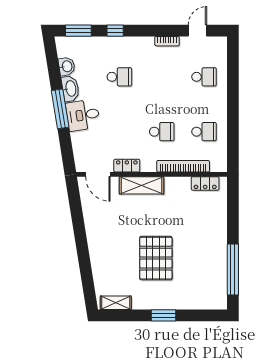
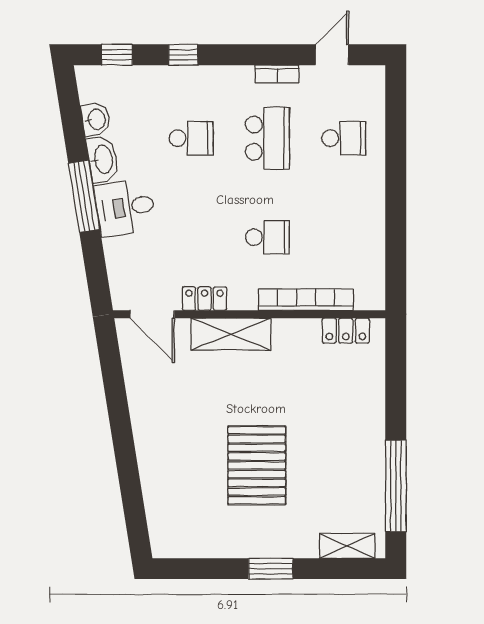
window: (78, 31) -> (117, 55), width x0.67
school desk: (204, 132) -> (267, 138), moved, width x1.85
shelving: (116, 303) -> (347, 546), moved

